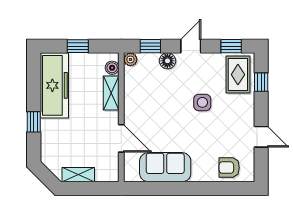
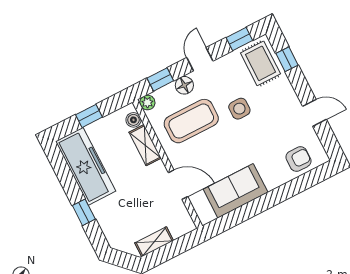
coffee table: (158, 93) -> (191, 121), added
armchair: (229, 168) -> (298, 159), turned 180

